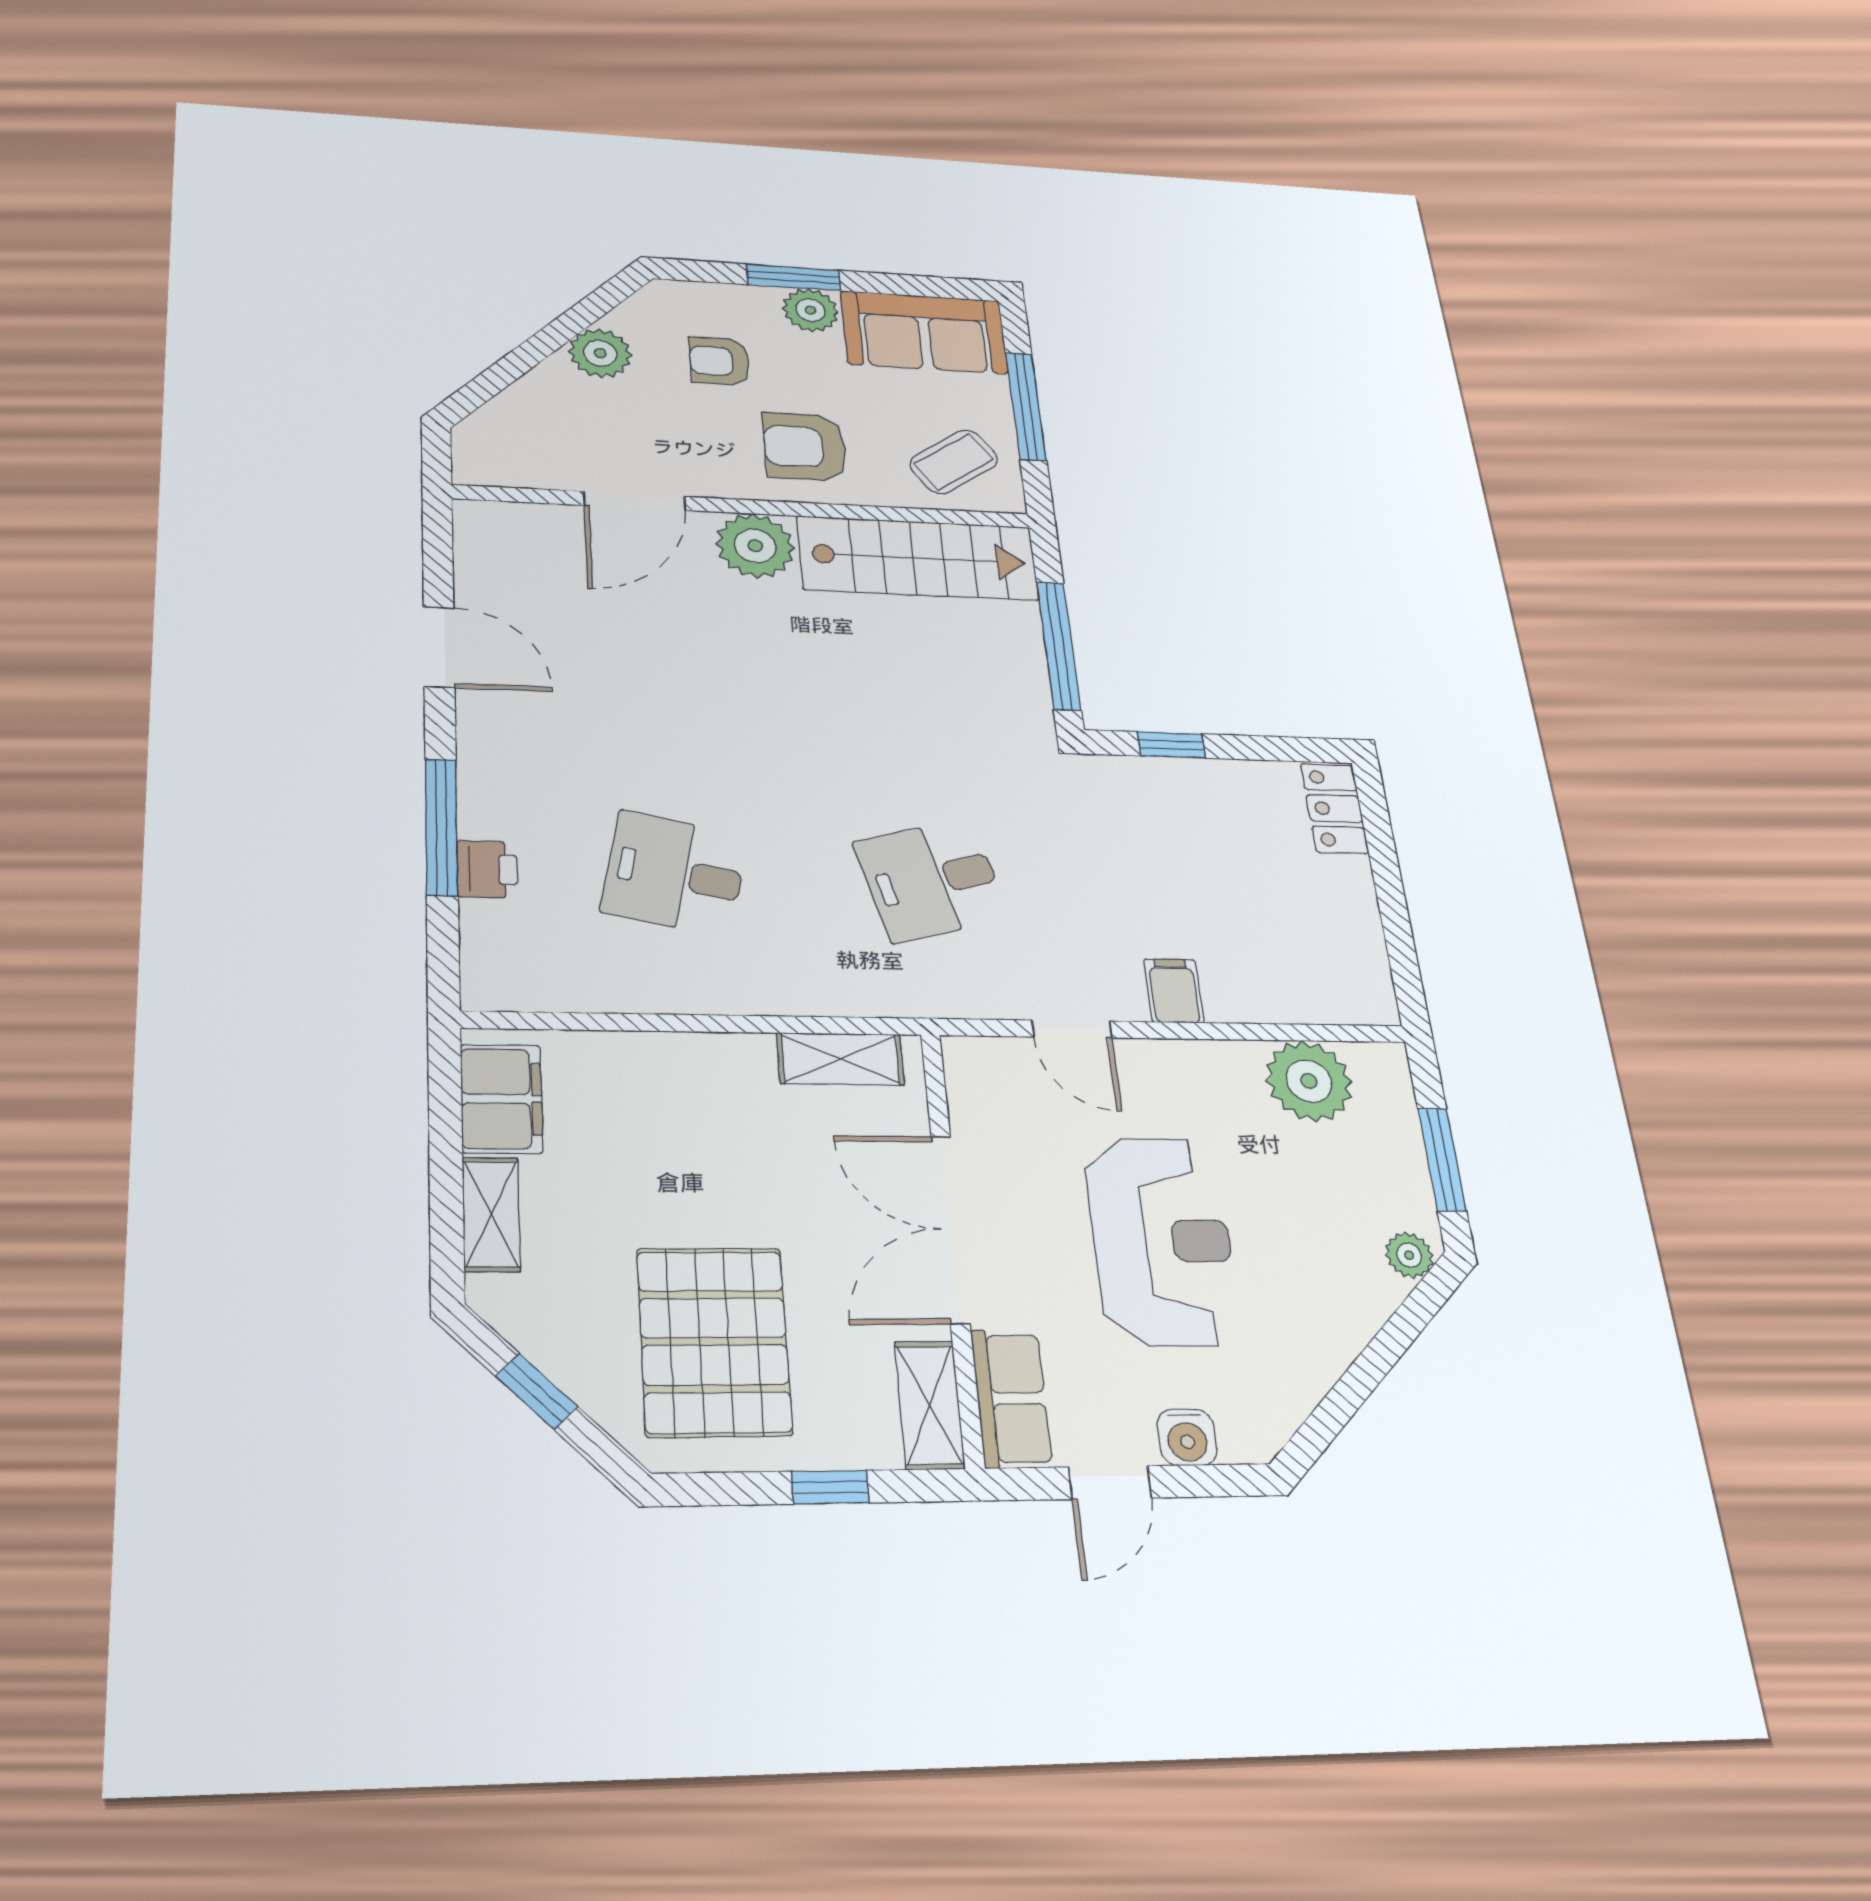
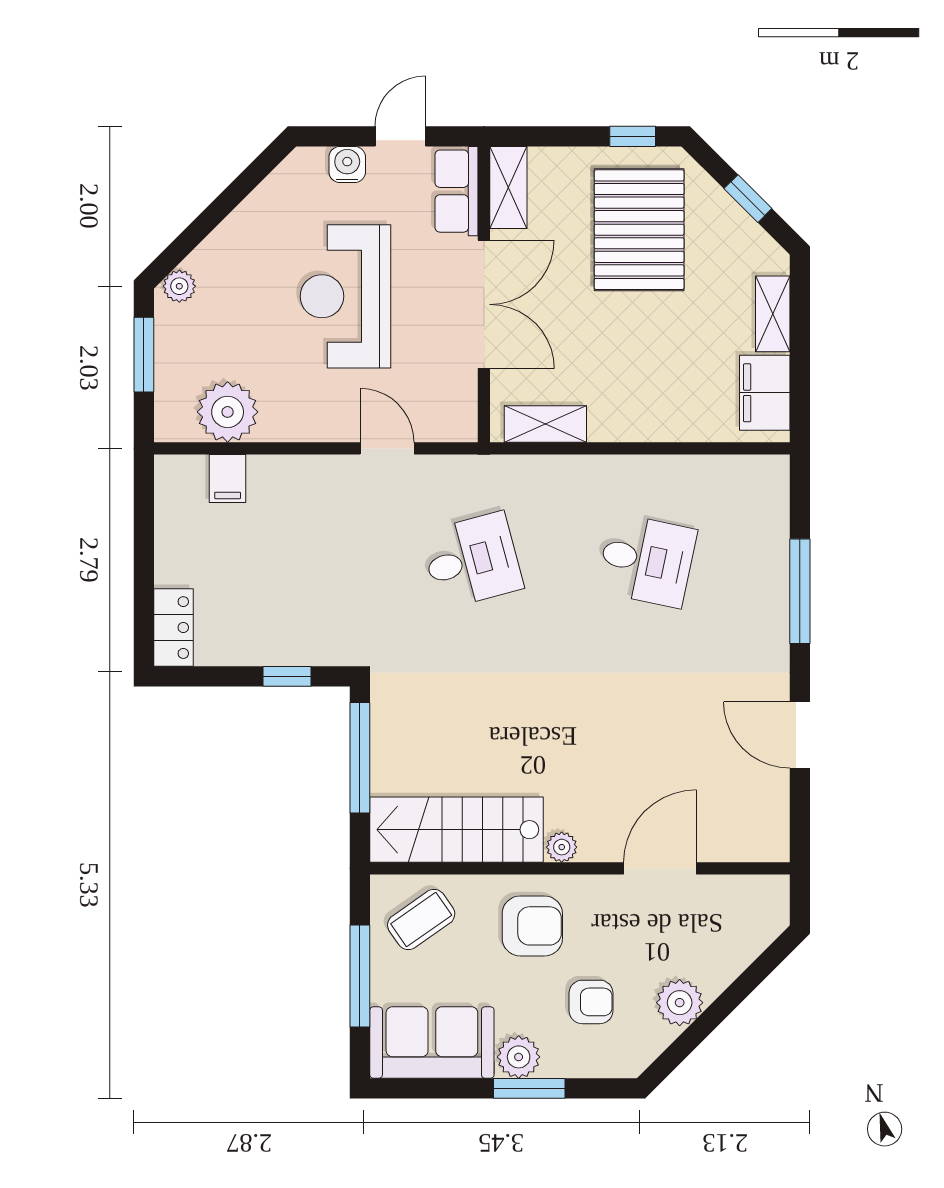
plant: (755, 546) -> (562, 847), width x0.53, depth x0.53
printer: (487, 869) -> (770, 560), removed
filing cabinet: (1174, 991) -> (228, 479), moved
window: (830, 1487) -> (633, 136), moved

